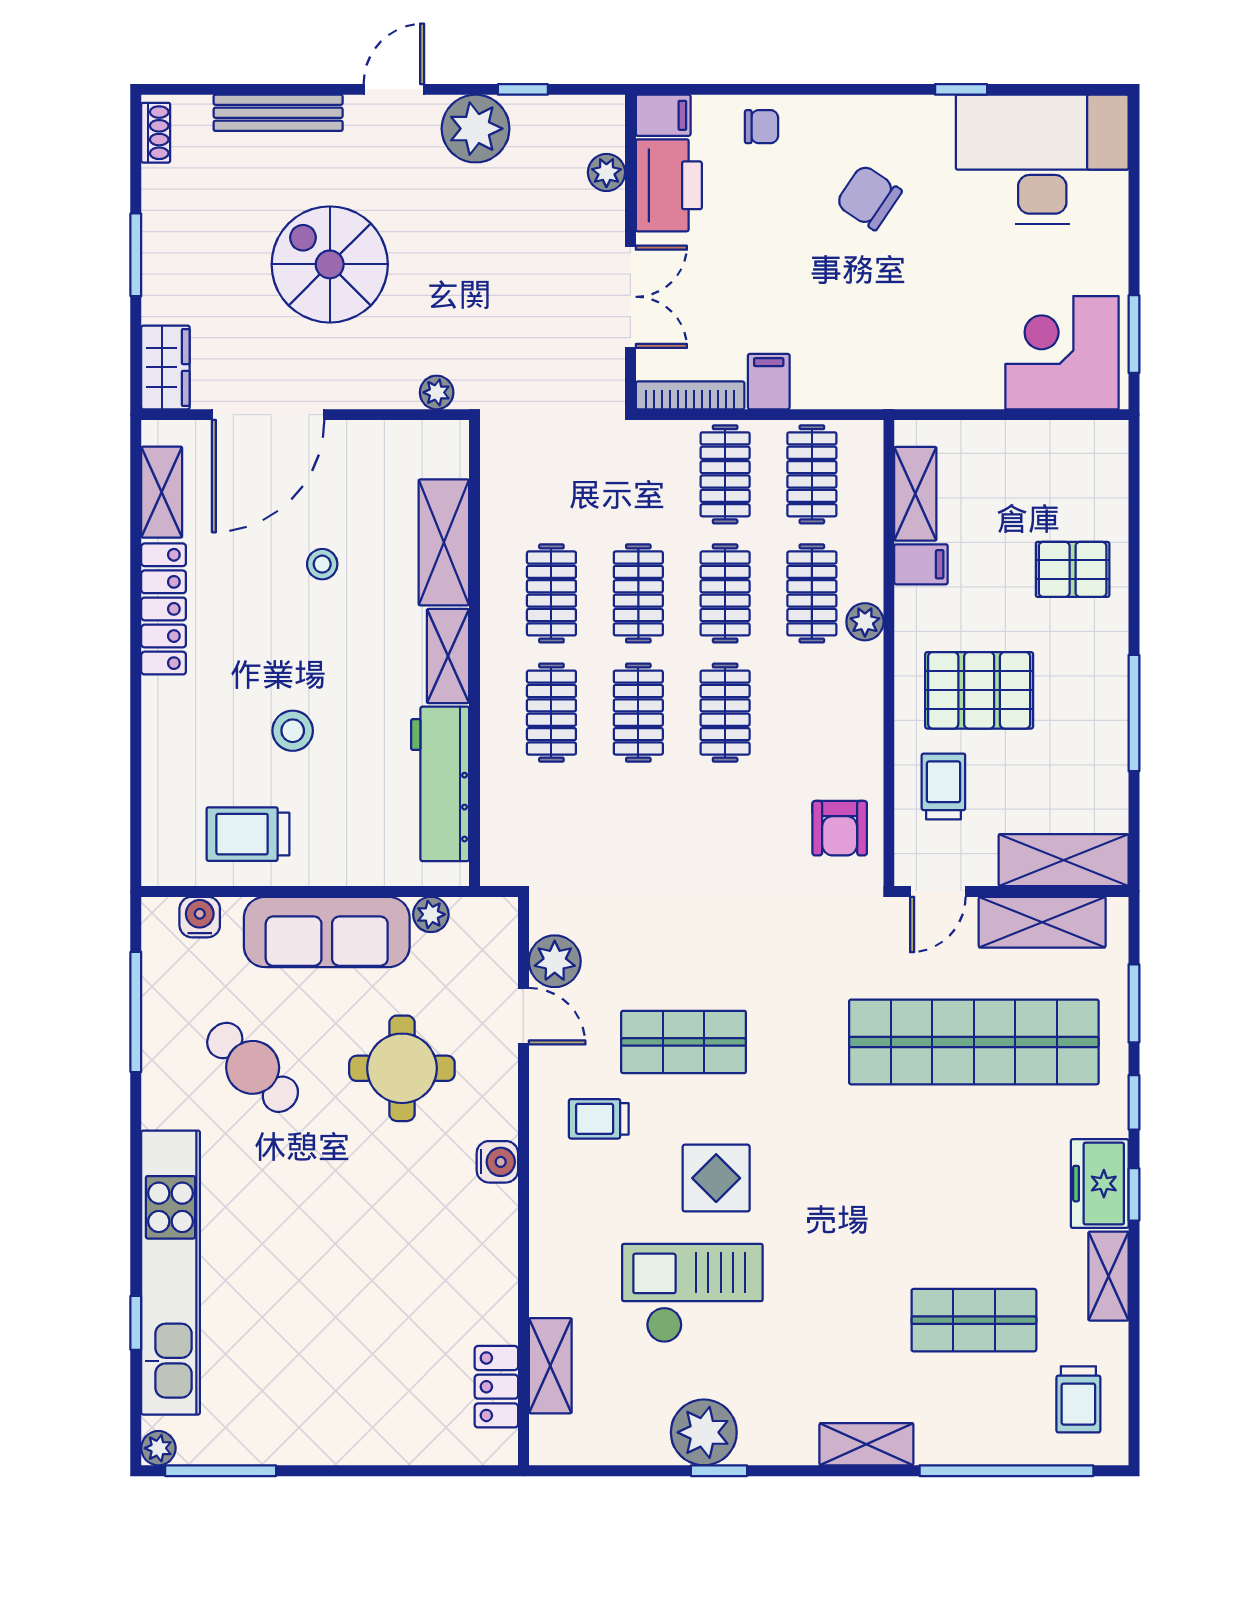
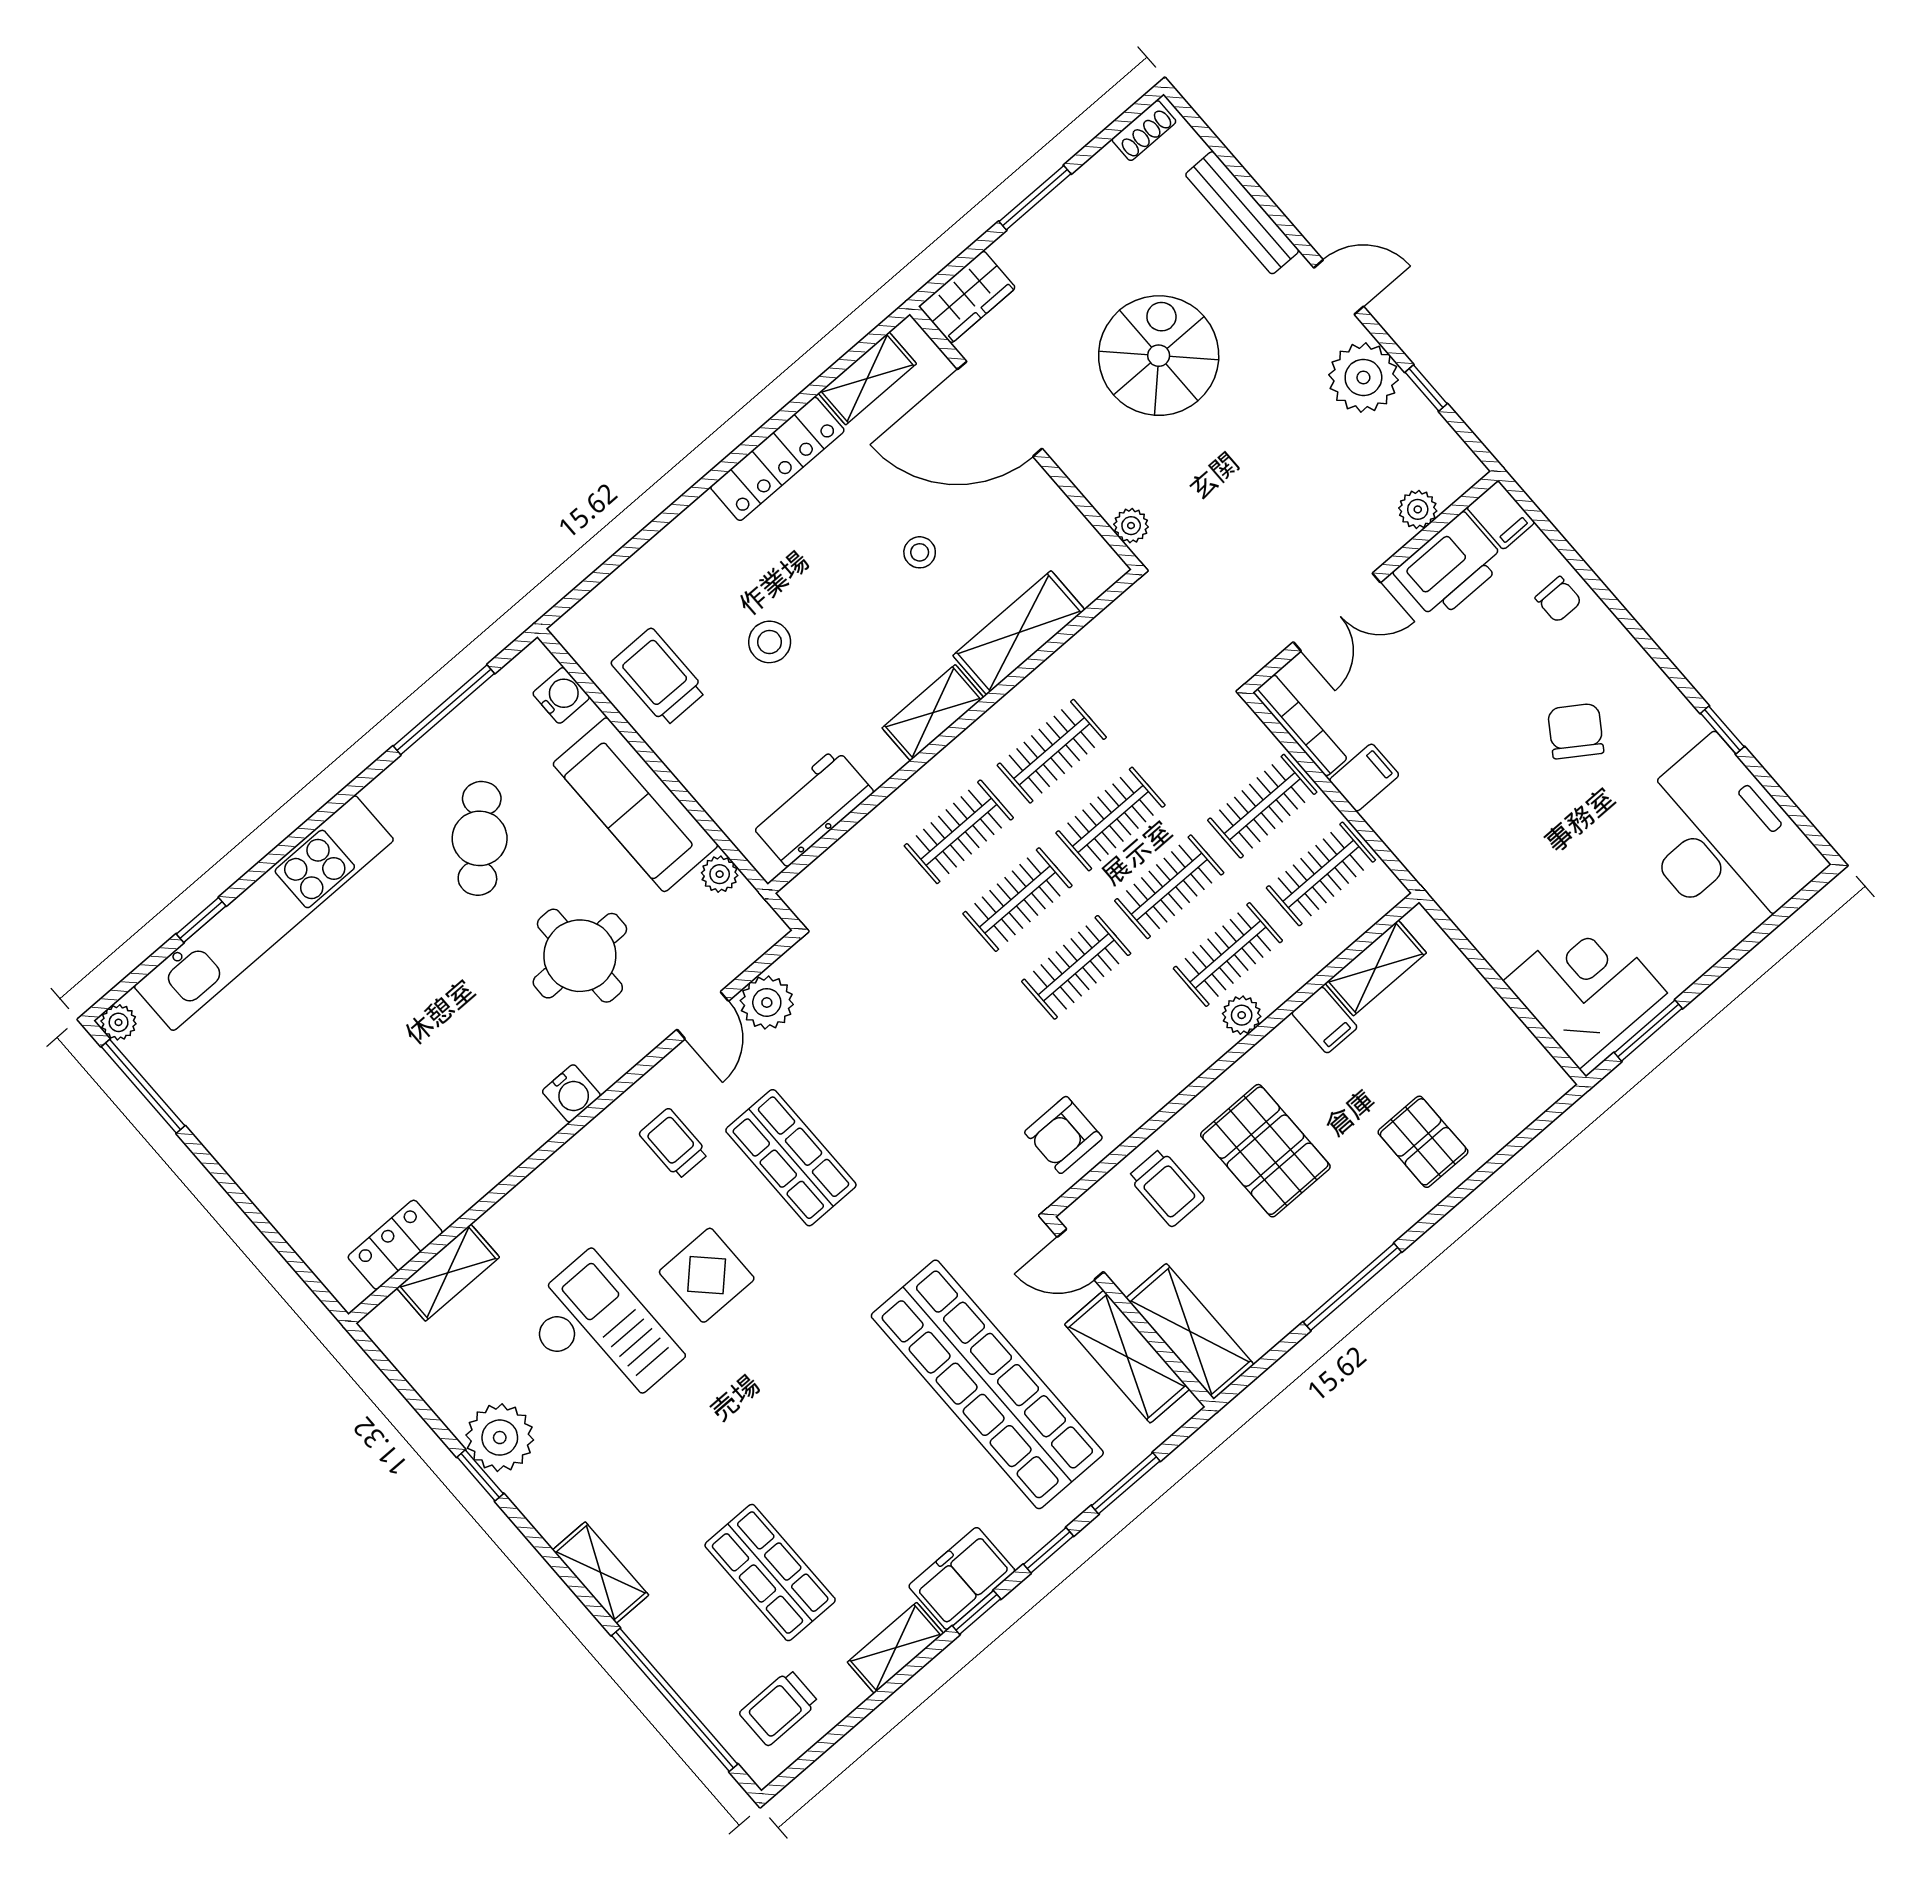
workbench: (440, 784) -> (811, 807), width x0.73
trolley: (943, 786) -> (1166, 1188), turned 90

